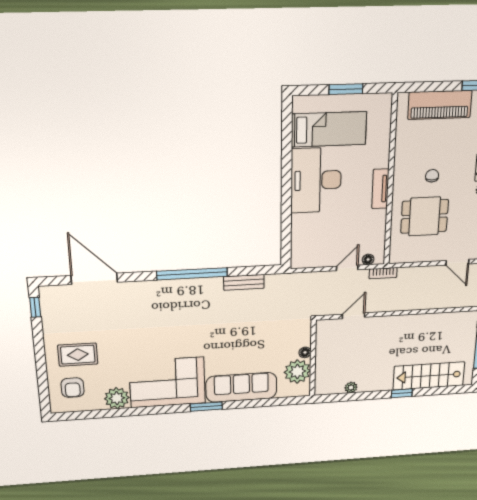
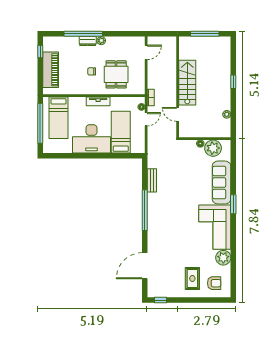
window: (346, 89) -> (40, 123), width x2.11
bed: (329, 129) -> (58, 118), moved, turned 180
bed: (327, 228) -> (121, 132), added
door: (347, 268) -> (146, 119), swing flipped
stairs: (429, 376) -> (187, 83), moved, turned 180

